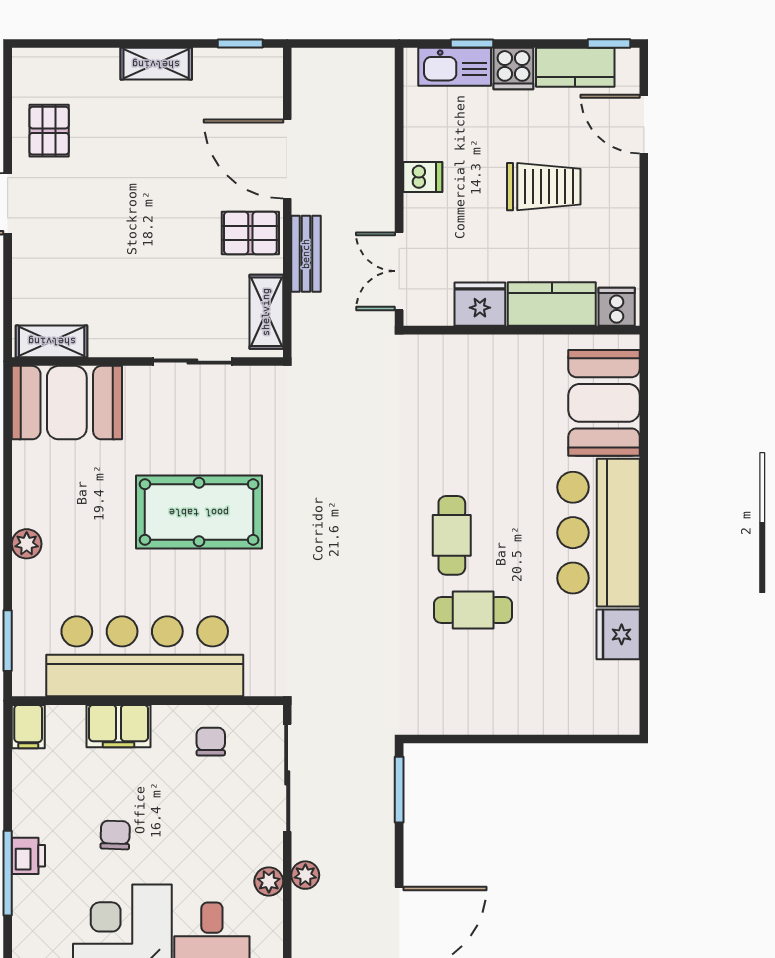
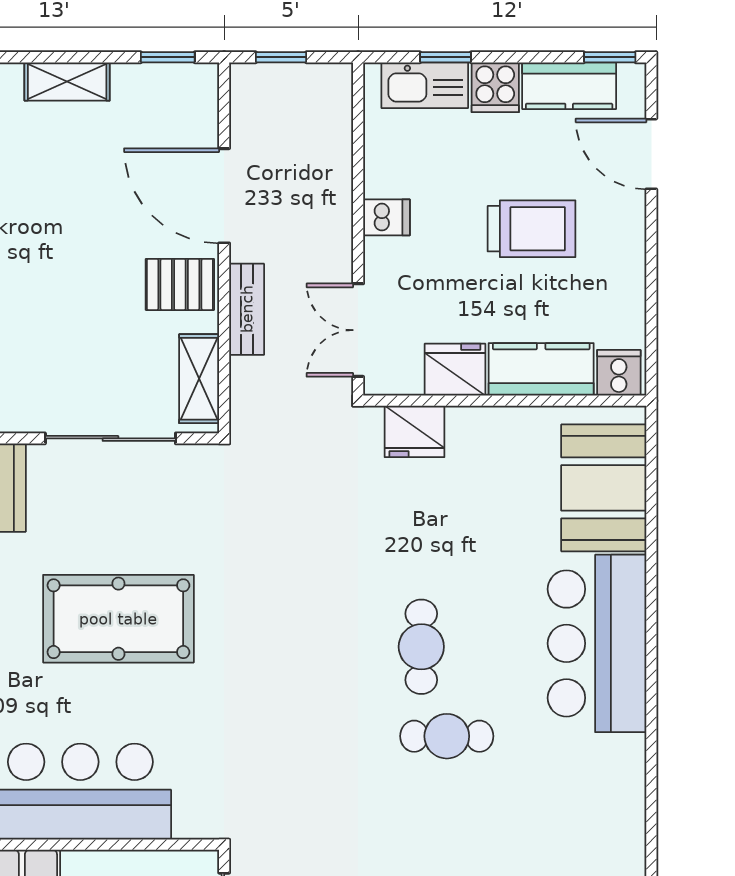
window: (335, 43) -> (281, 57), added
sliding door: (192, 362) -> (110, 438), width x1.37
fridge: (618, 634) -> (415, 431), moved, turned -90

